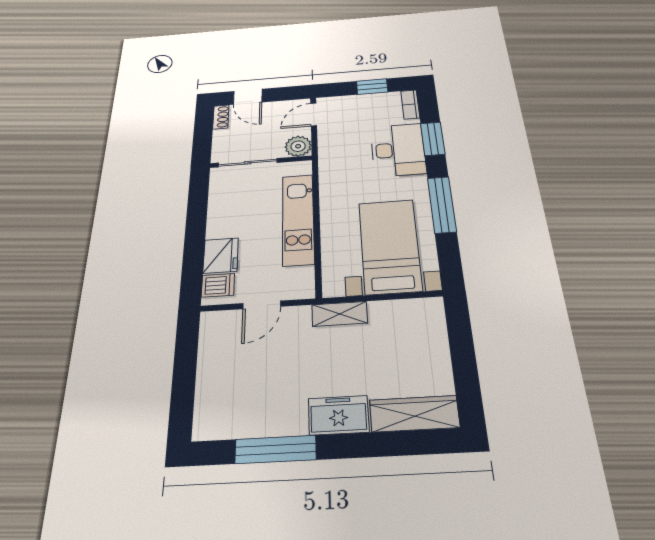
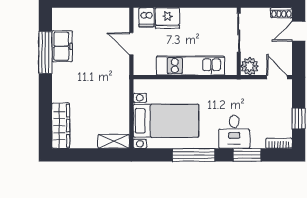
desk: (398, 150) -> (234, 132), width x0.73
shelving: (340, 314) -> (114, 141), moved, turned 90
freezer: (338, 415) -> (62, 46), moved

